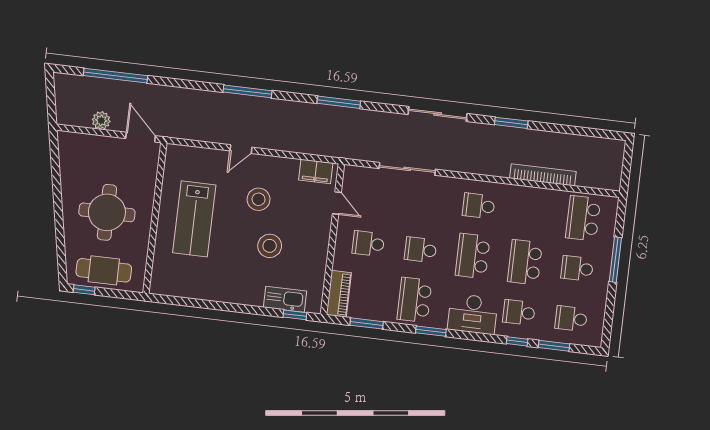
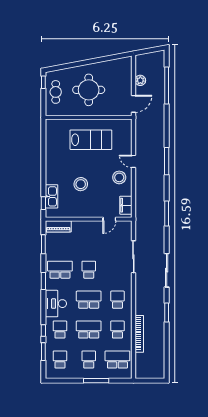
stool: (259, 199) -> (119, 177), moved
lab bench: (194, 219) -> (91, 140), turned 180
school desk: (368, 244) -> (117, 330), moved
cafe table: (104, 270) -> (56, 92), width x0.73, depth x0.74

